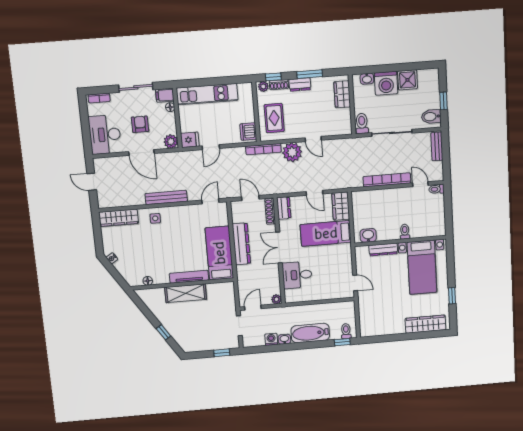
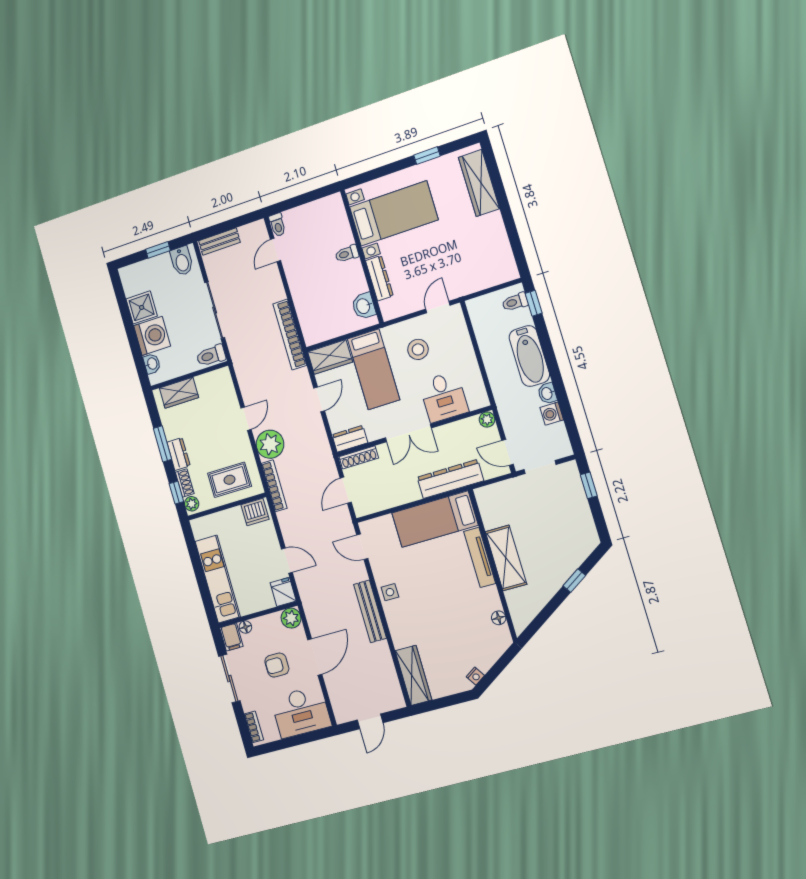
bookcase: (387, 180) -> (290, 335), moved
side table: (155, 218) -> (390, 592), moved
dresser: (241, 244) -> (450, 479), moved
stool: (331, 265) -> (418, 349), added

